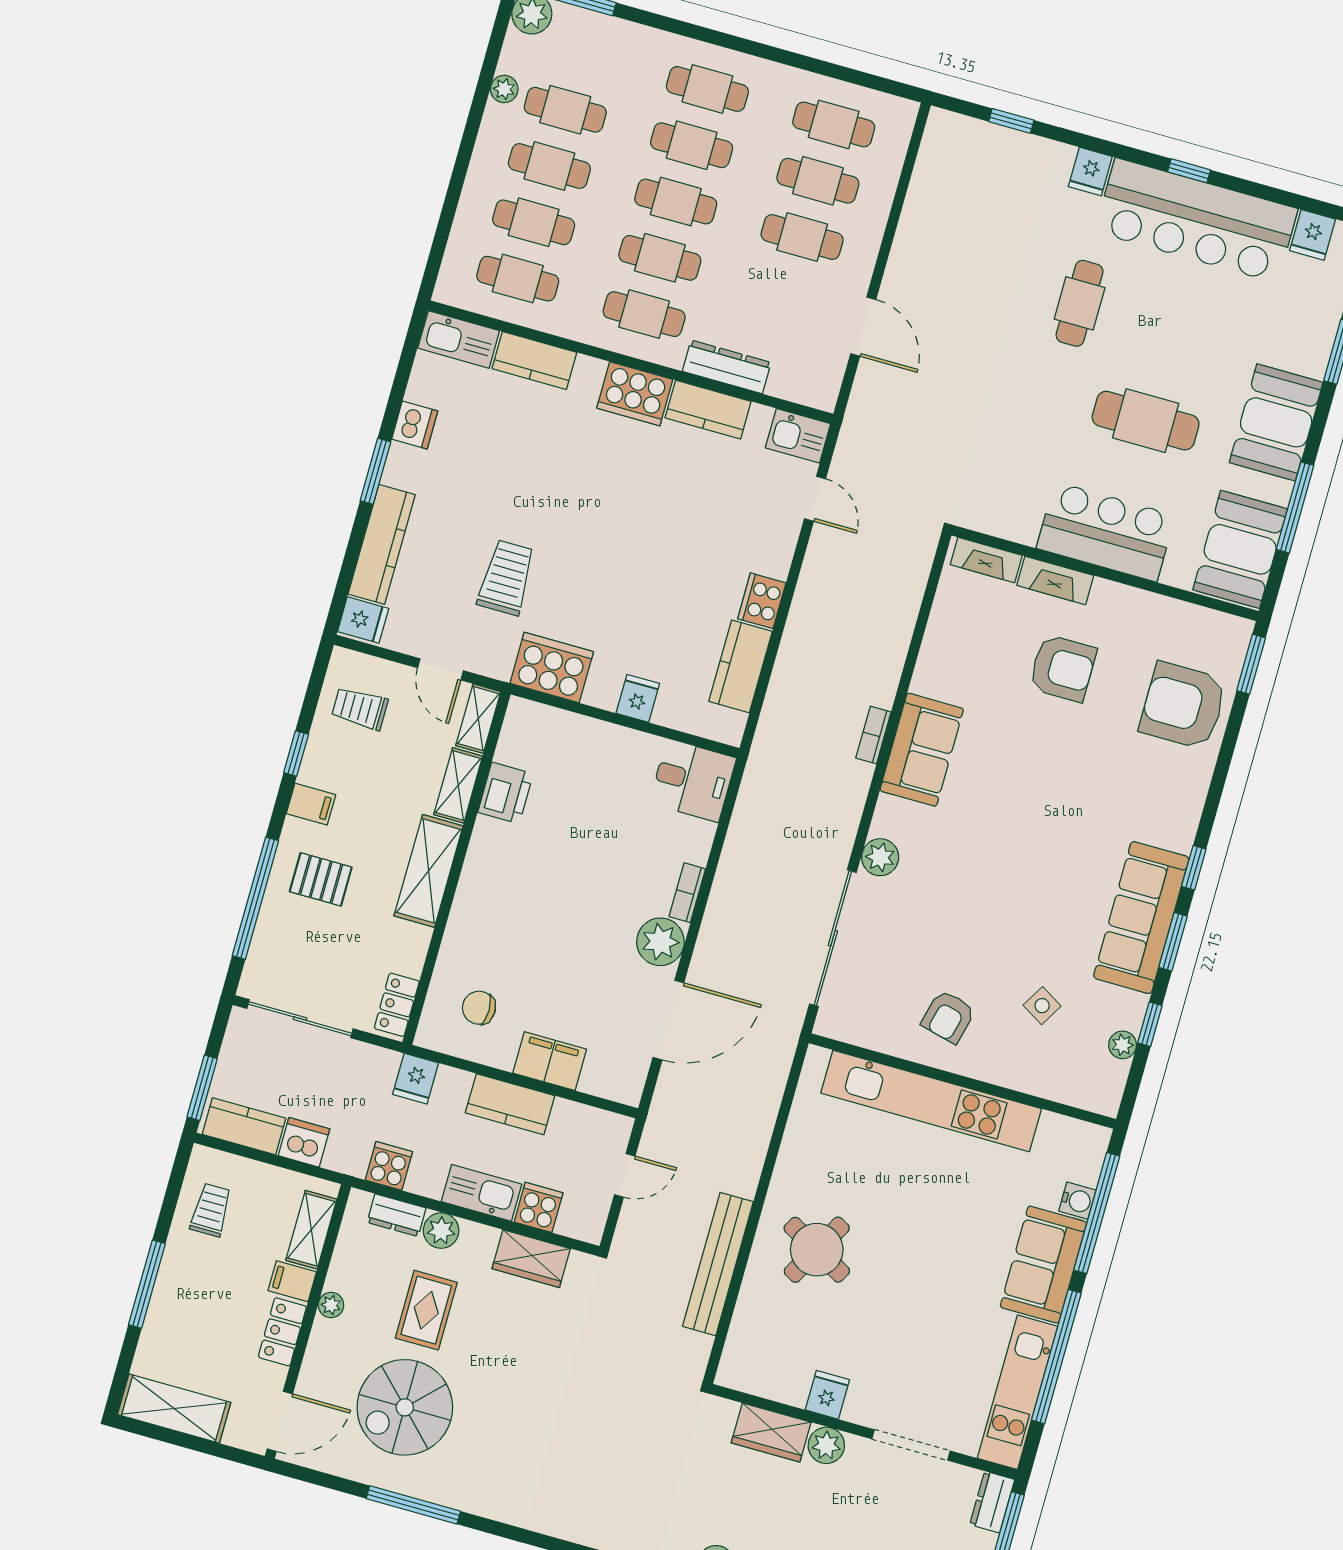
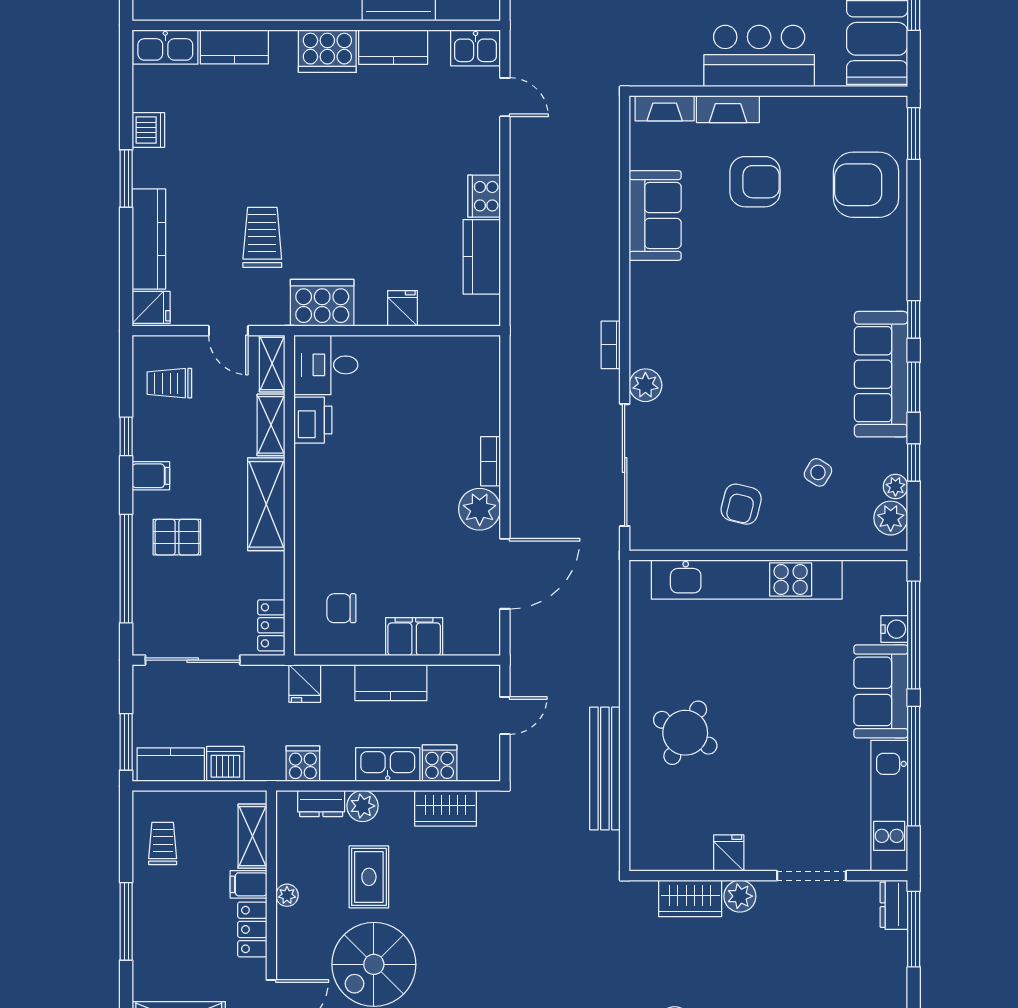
bookcase: (873, 735) -> (611, 345), moved
sofa: (922, 750) -> (655, 215), moved
desk: (693, 781) -> (326, 365), moved, turned 180
plant: (1108, 1078) -> (891, 518), added

